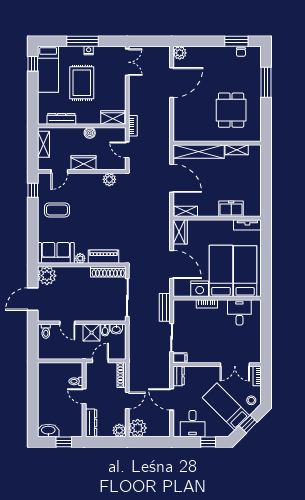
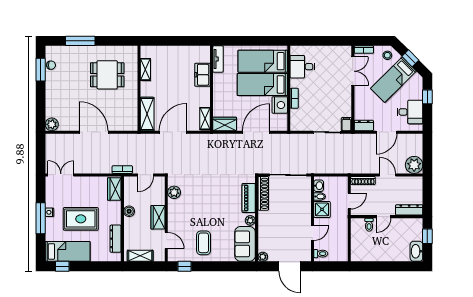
door: (172, 83) -> (94, 132), moved
shelving: (199, 152) -> (147, 114), width x0.68
plant: (47, 276) -> (263, 257), width x0.53, depth x0.53
bench: (165, 307) -> (298, 139), removed
door: (100, 361) -> (349, 201), swing flipped
plant: (119, 430) -> (416, 183), removed

